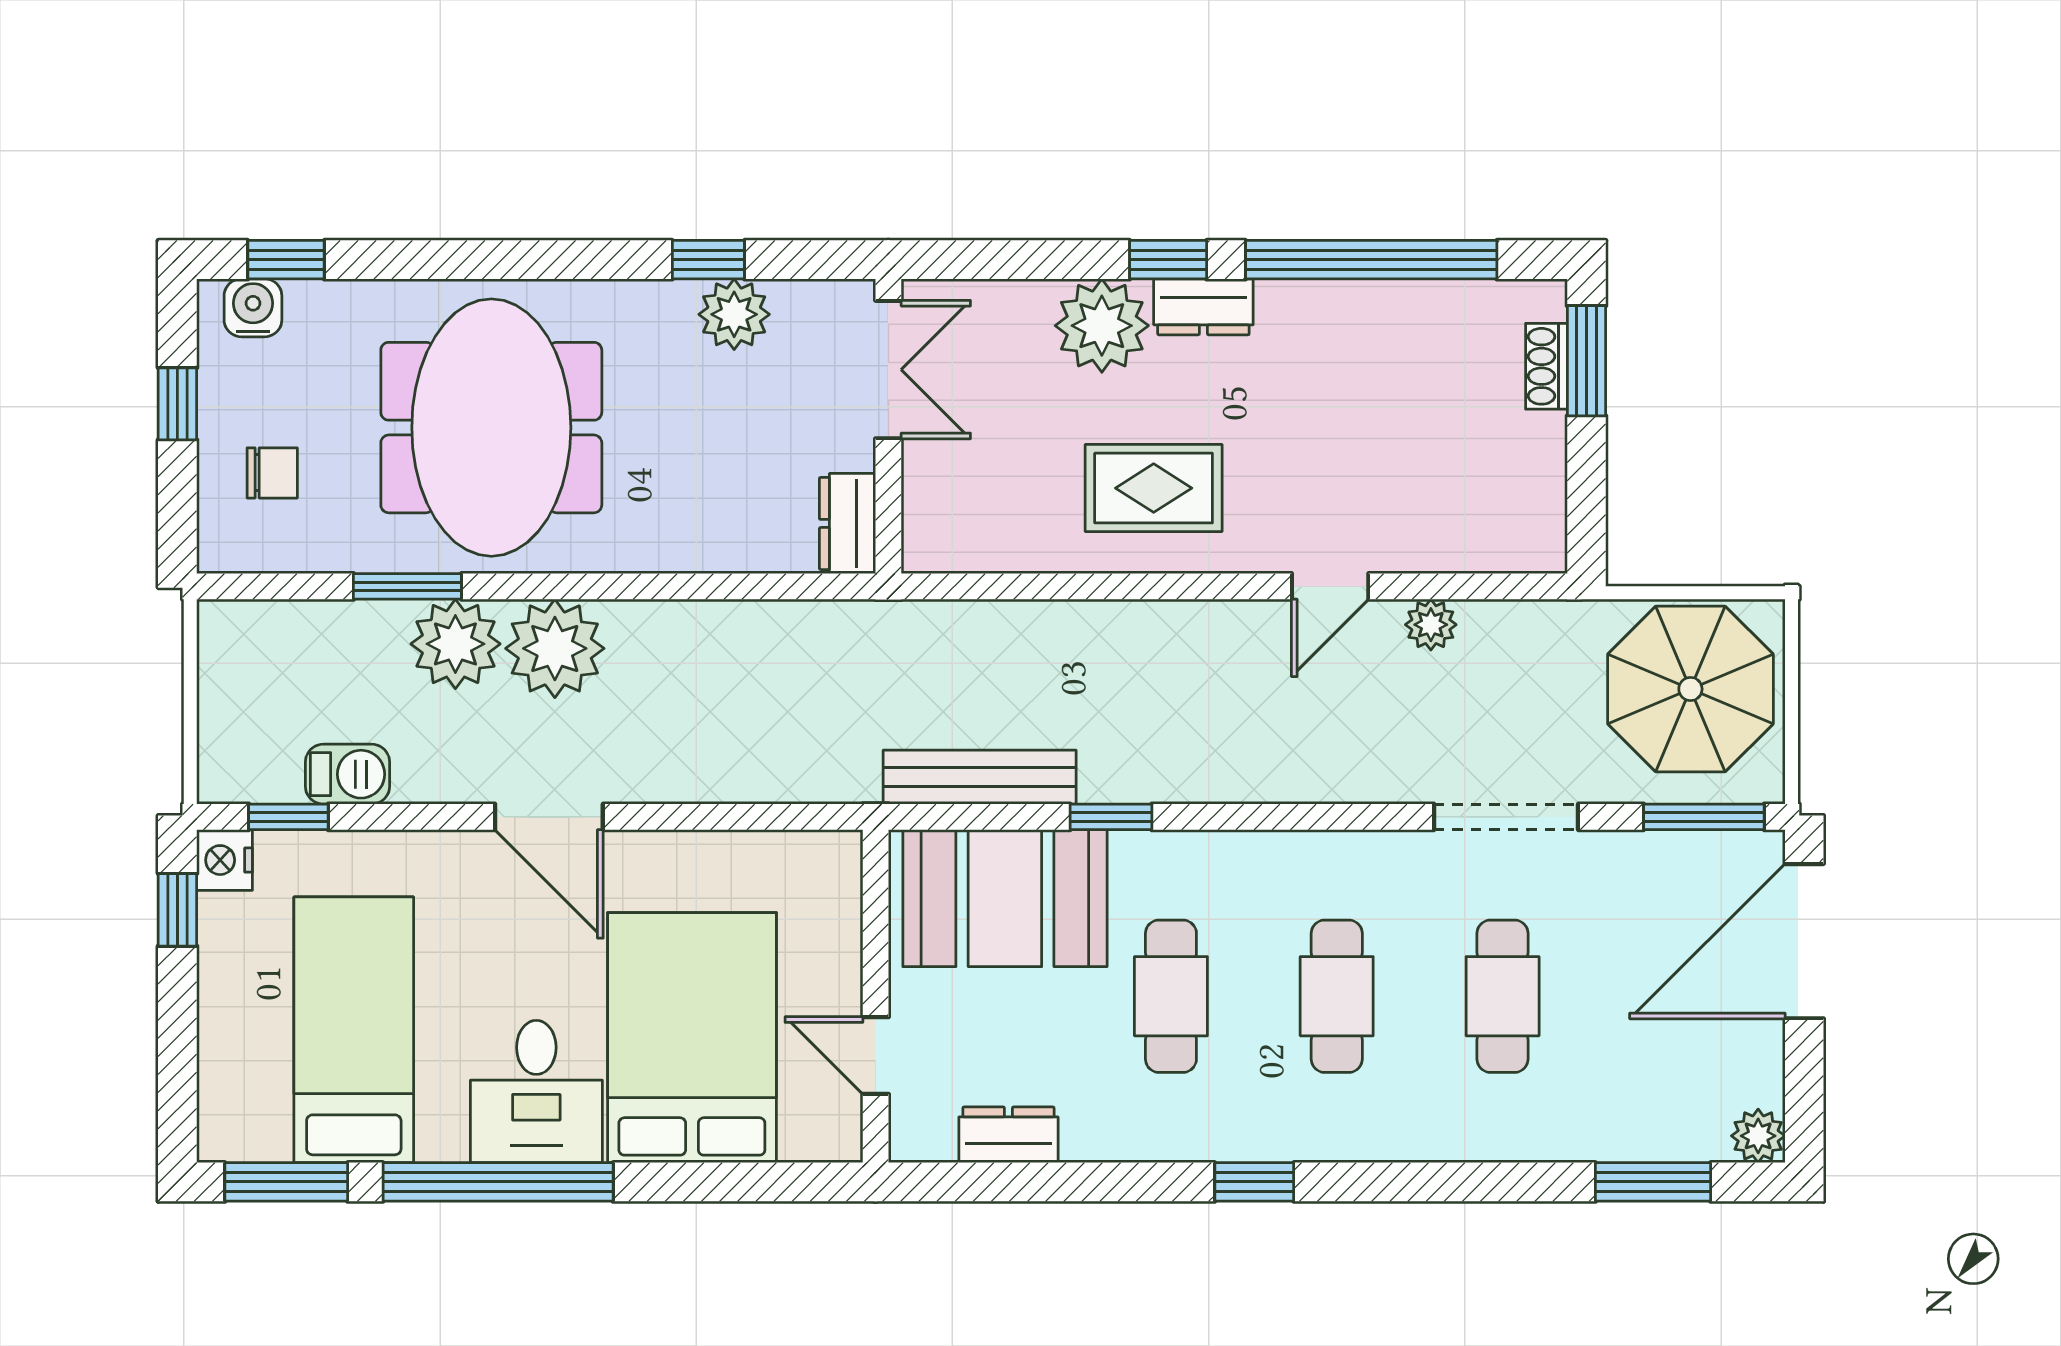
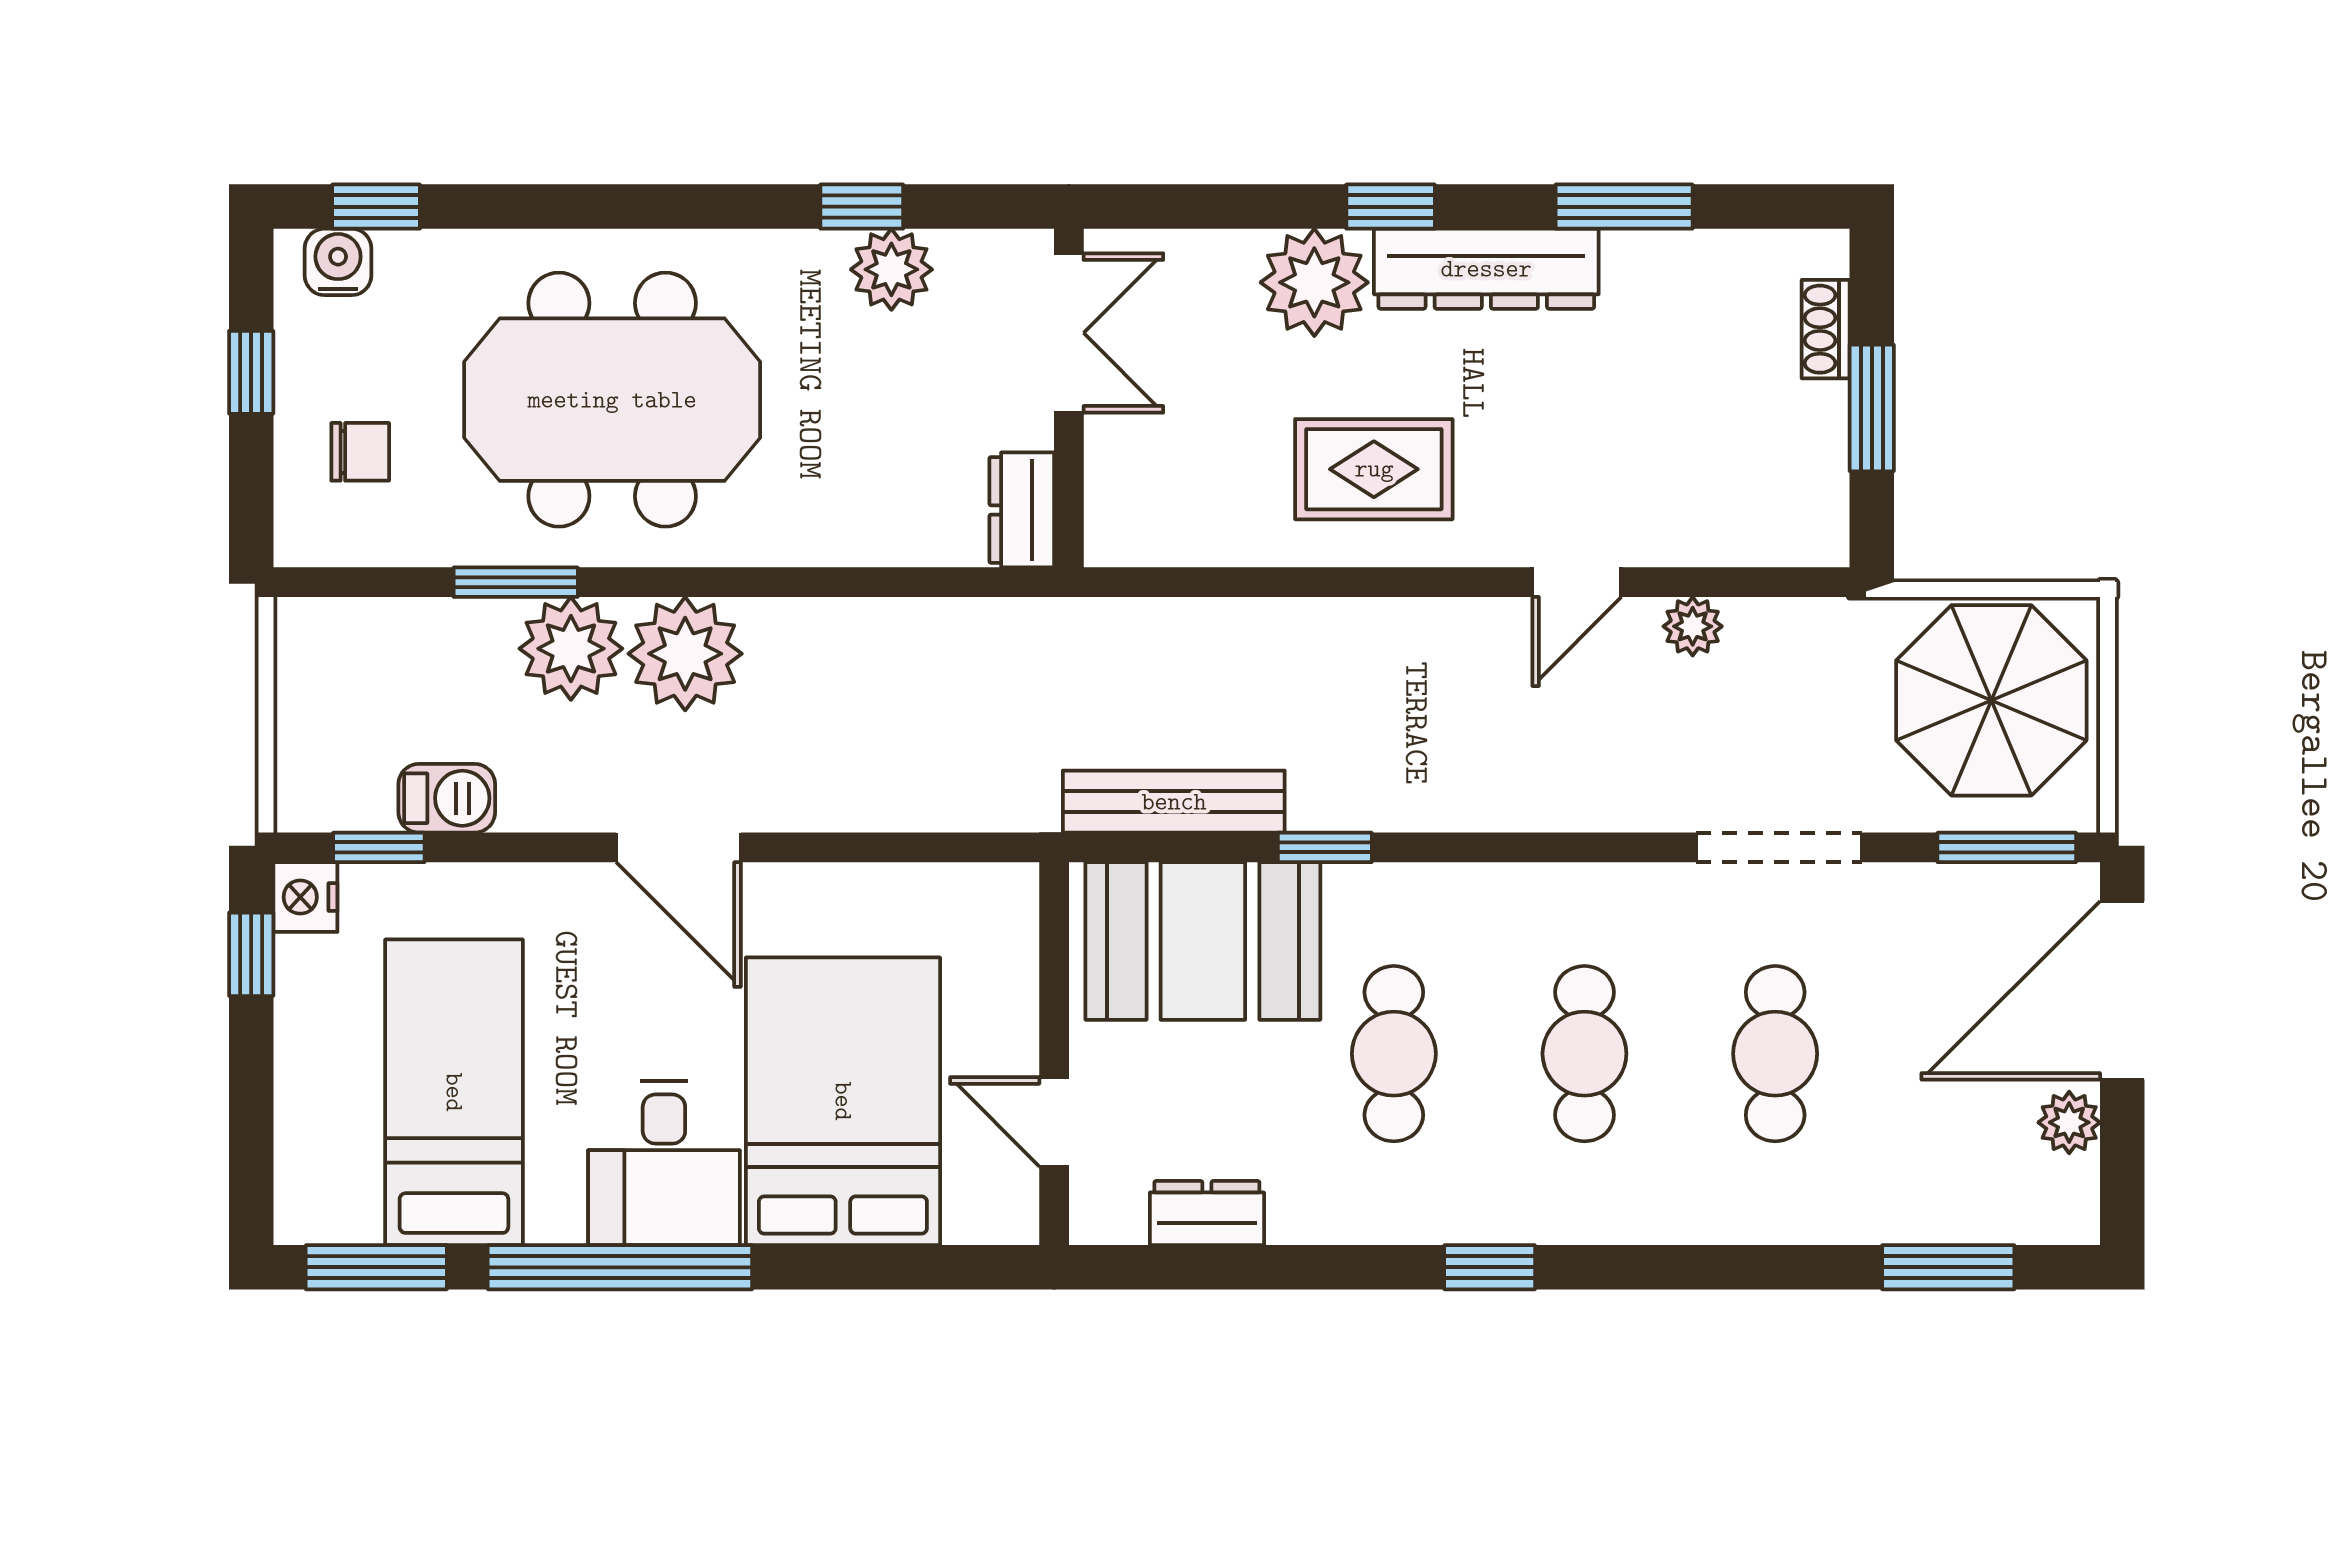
window: (1371, 260) -> (1624, 207), width x0.47
dresser: (1203, 307) -> (1486, 269), width x1.96, depth x1.24
window: (1587, 361) -> (1872, 408), moved
meeting table: (491, 428) -> (612, 400), turned 90
plant: (1758, 1136) -> (2069, 1122), moved

